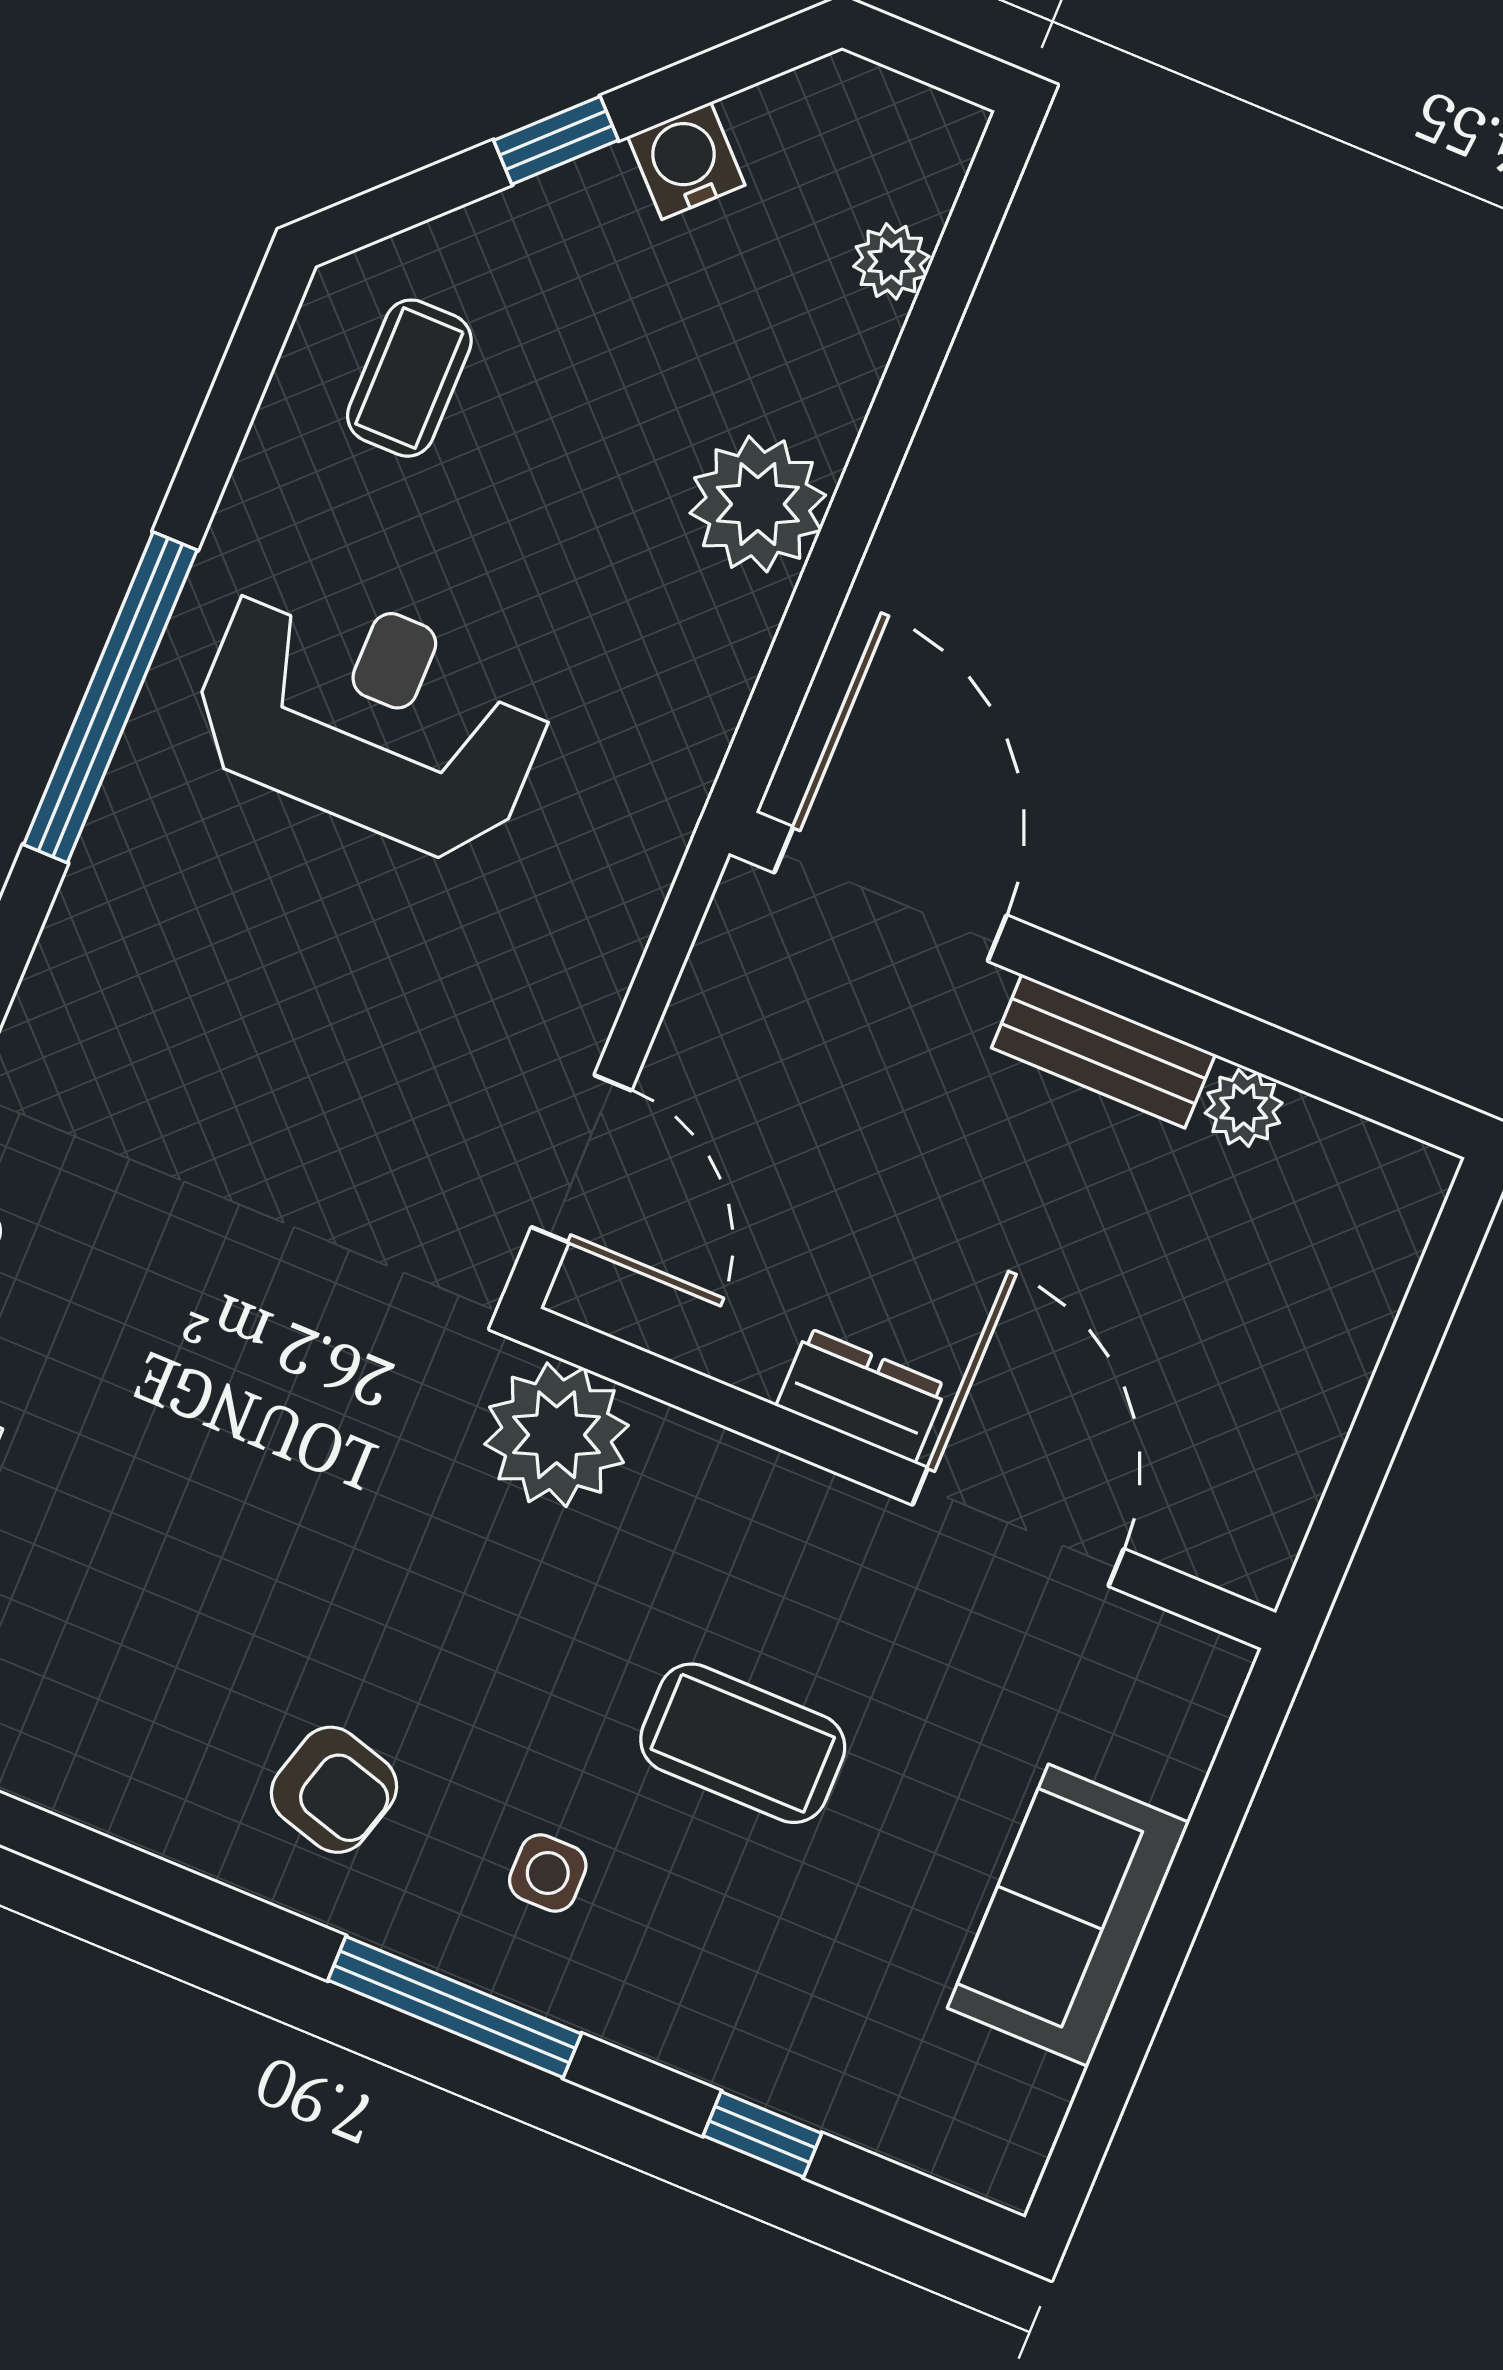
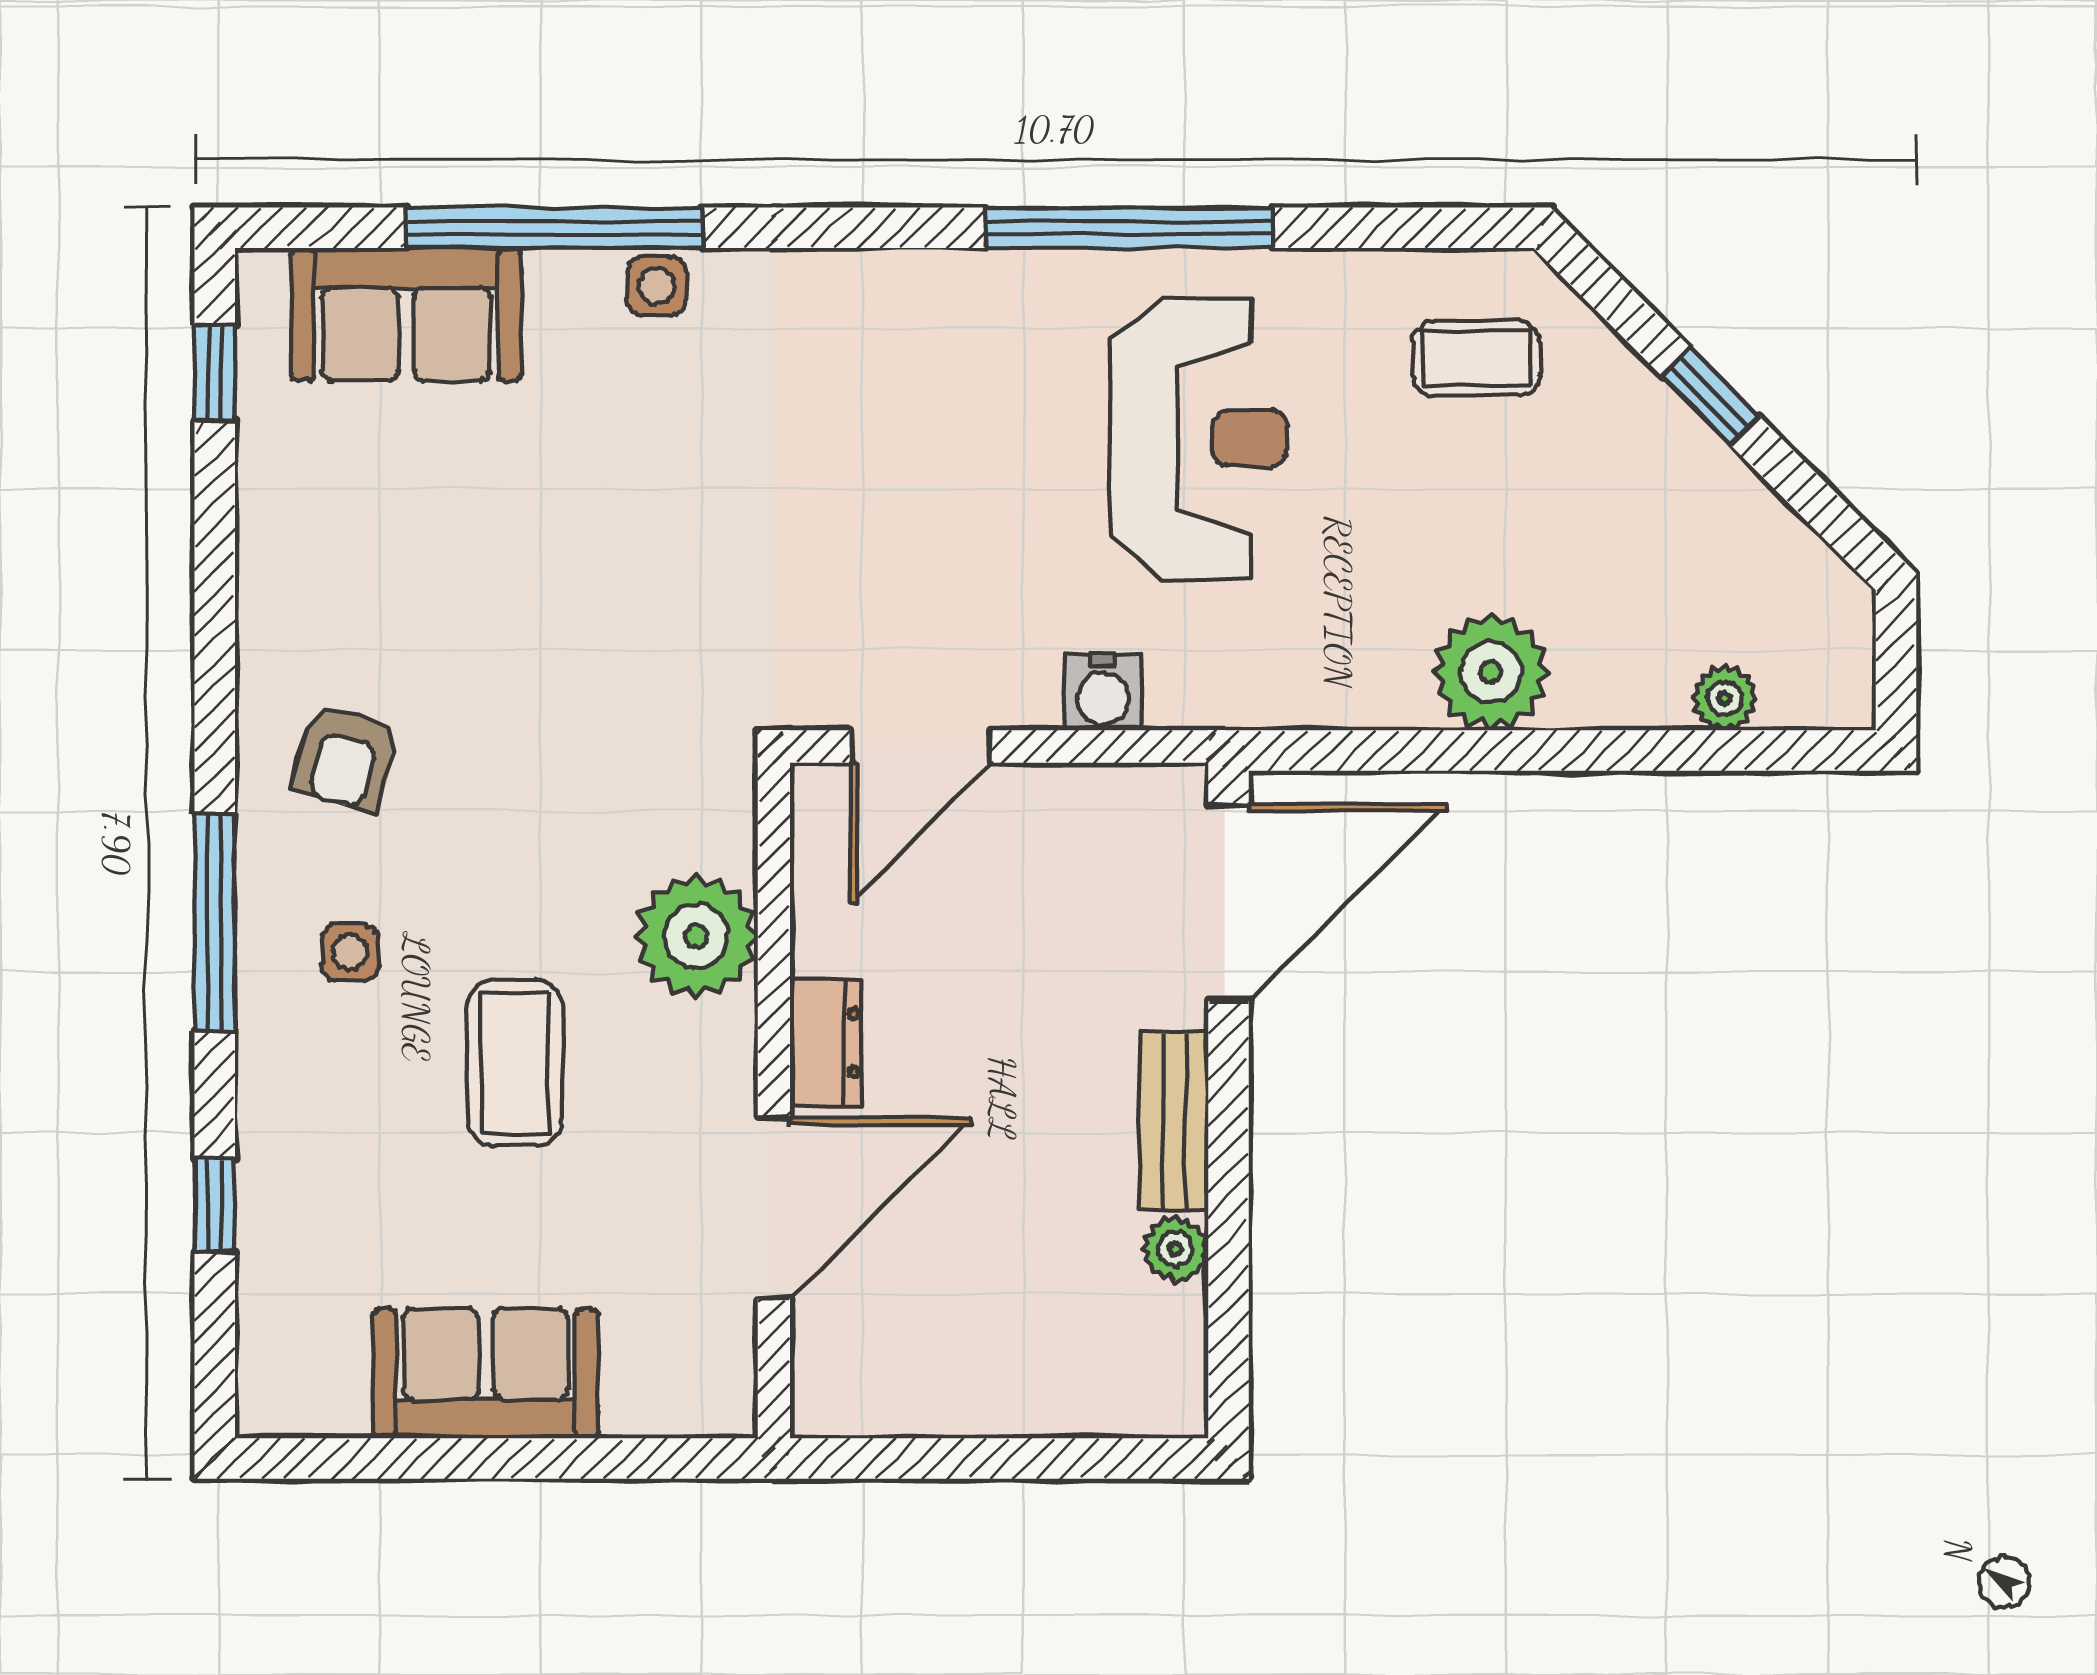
water cooler: (686, 161) -> (1103, 692), moved, turned 135
plant: (557, 1435) -> (696, 936), moved

